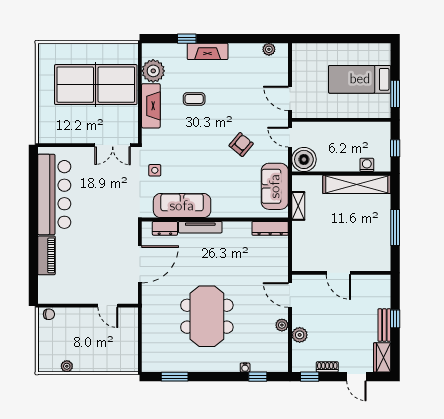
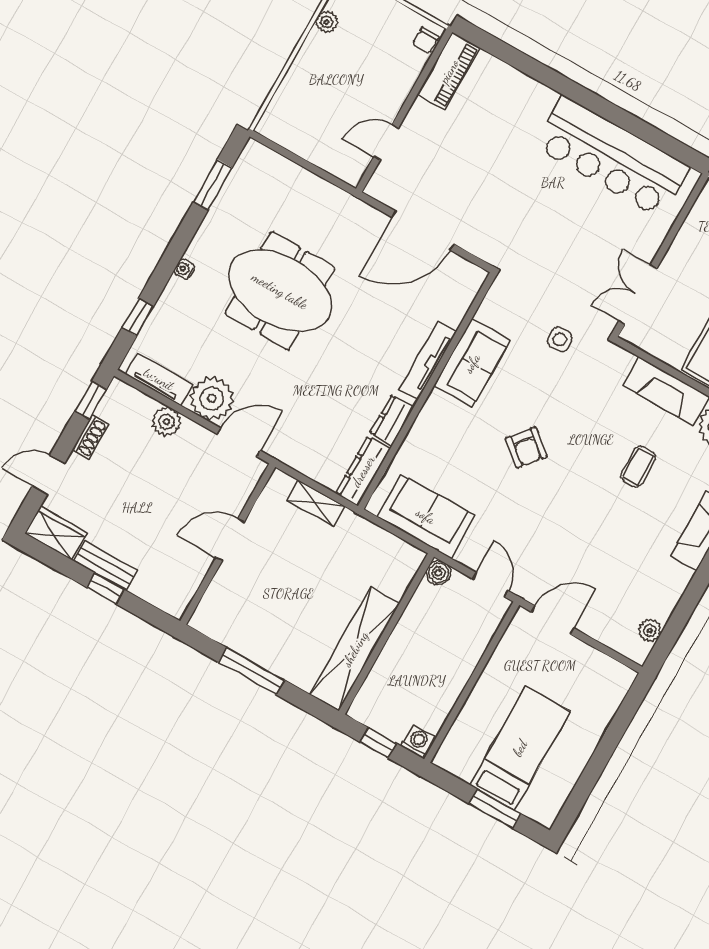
window: (395, 94) -> (495, 809), moved
door: (290, 137) -> (491, 585), hinge flipped
armchair: (241, 145) -> (526, 447), moved
boiler: (304, 159) -> (438, 573), width x0.54, depth x0.54
washing machine: (367, 165) -> (418, 742), moved, turned -90
sofa: (182, 206) -> (472, 363), width x0.73
shelving: (298, 206) -> (315, 503), moved
dresser: (165, 228) -> (392, 420), moved
piano: (46, 255) -> (449, 71), moved, turned -90
door: (140, 264) -> (423, 231), hinge flipped
plant: (282, 325) -> (212, 398), width x1.87, depth x1.87
tv unit: (282, 350) -> (159, 379), added
water cooler: (245, 367) -> (184, 269), moved

